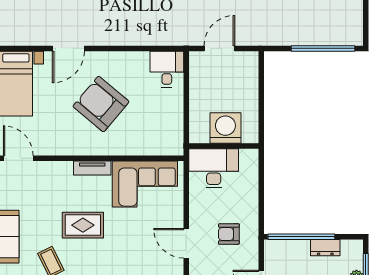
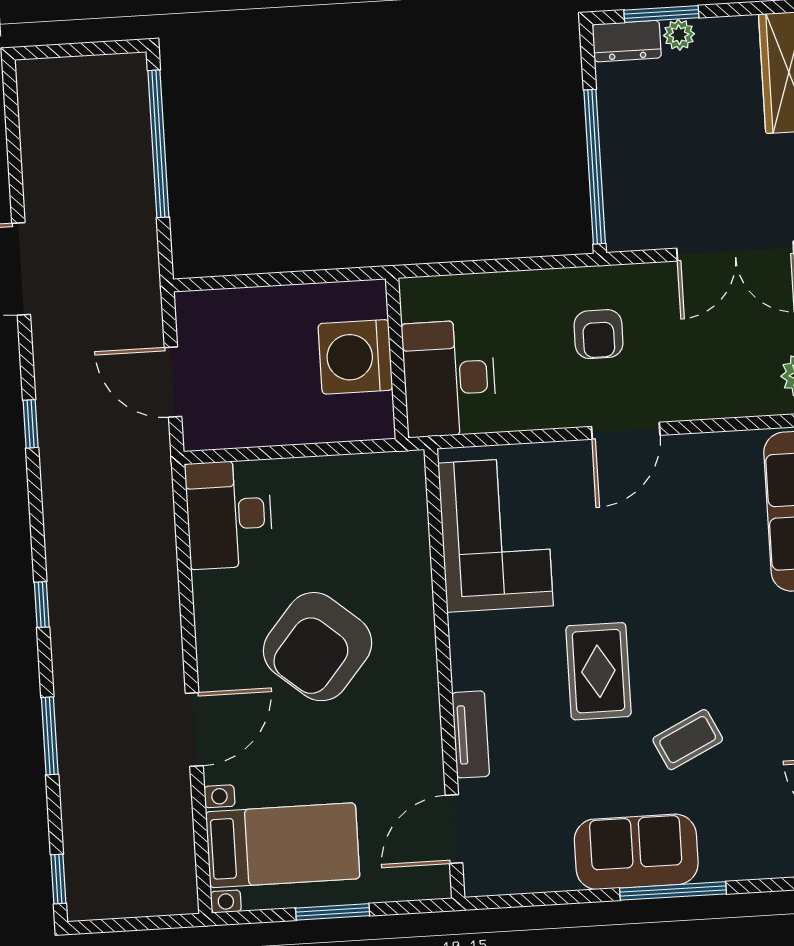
door: (68, 48) -> (194, 730), hinge flipped
desk: (167, 69) -> (229, 514), width x1.37
tv unit: (92, 168) -> (471, 734), moved
dresser: (325, 248) -> (627, 41), moved, turned 90

